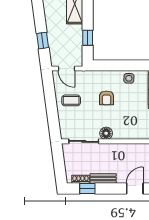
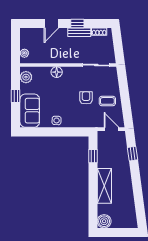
armchair: (106, 98) -> (86, 98), moved
floor lamp: (106, 133) -> (57, 72), moved
window: (87, 188) -> (77, 24), moved

